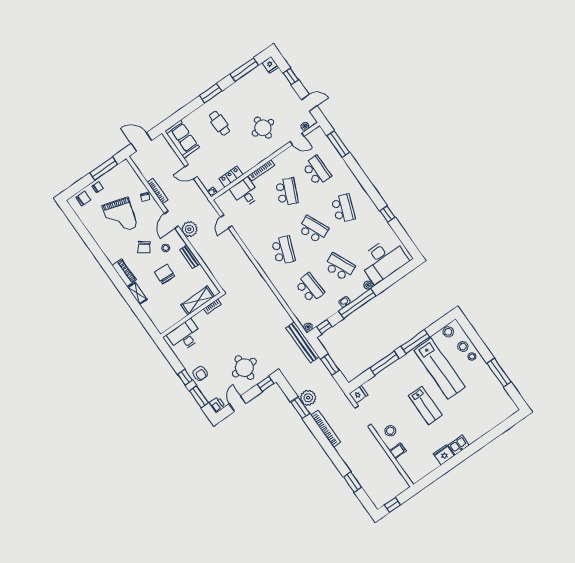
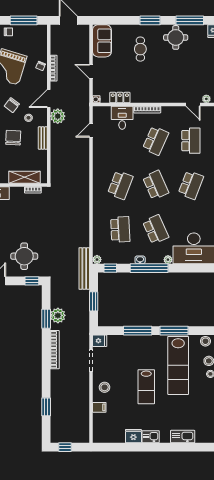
round table: (263, 128) -> (176, 37), moved
kitchen sink: (486, 426) -> (183, 437), added

